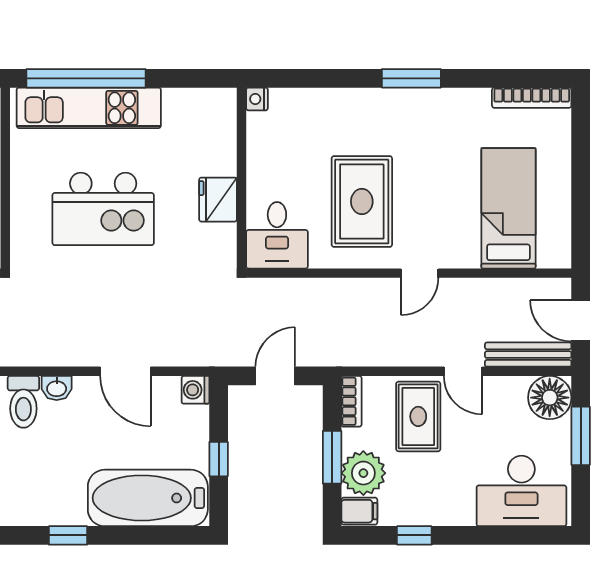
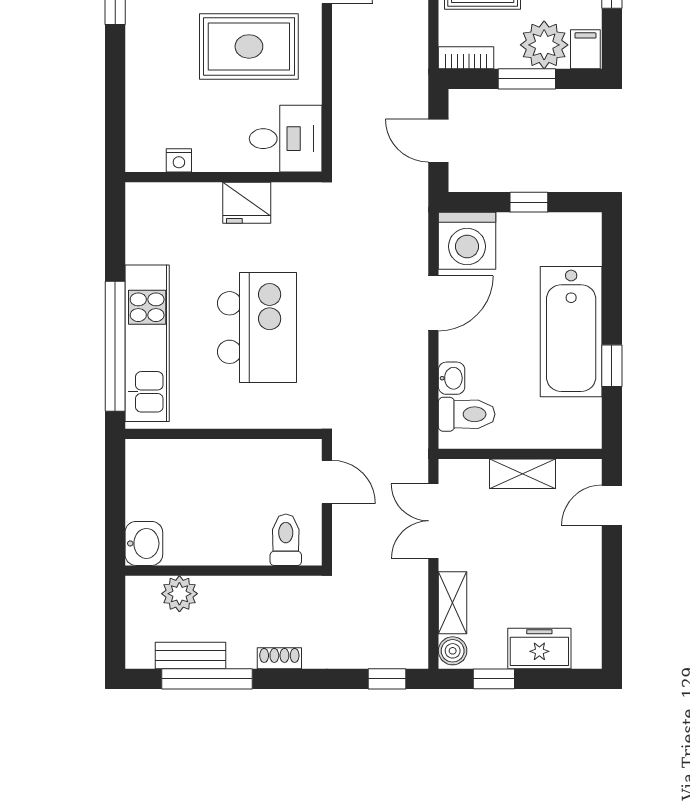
nightstand: (257, 99) -> (179, 160), moved
washing machine: (195, 390) -> (467, 241), width x1.89, depth x1.89
bathtub: (148, 498) -> (571, 332), moved

